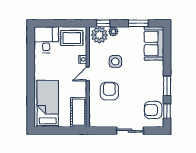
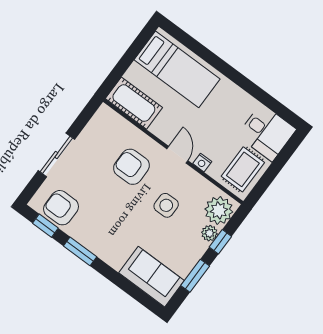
window: (103, 23) -> (220, 242), moved
armchair: (109, 91) -> (131, 167), turned 180
armchair: (153, 110) -> (61, 208), turned -90

